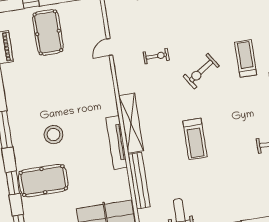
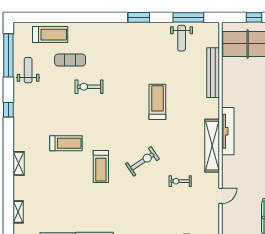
shelving: (131, 123) -> (212, 146), moved
tv unit: (117, 143) -> (228, 131), moved

